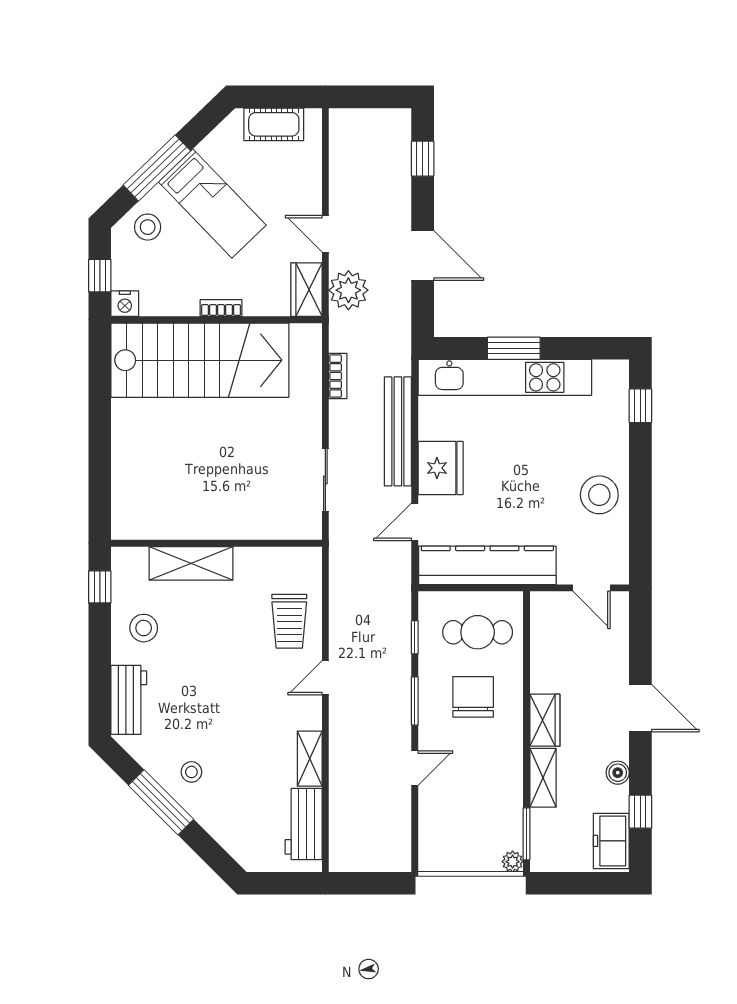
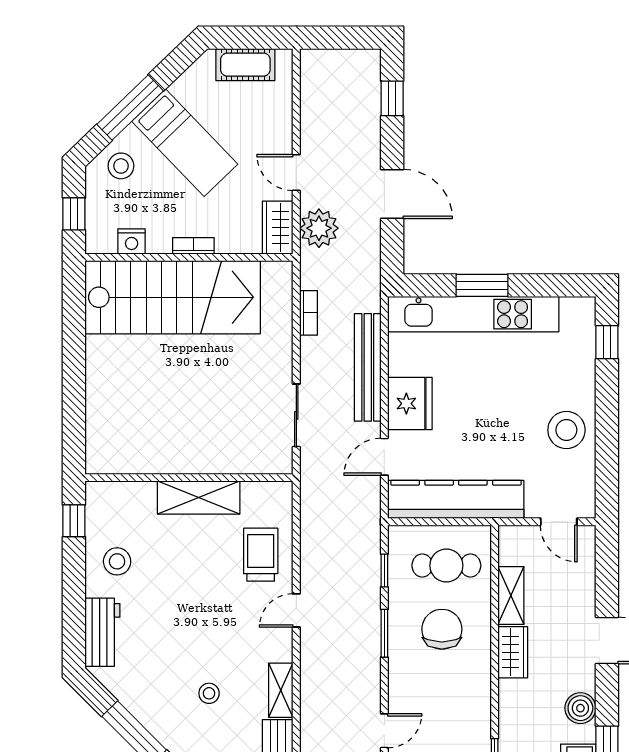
nightstand: (125, 304) -> (132, 241), moved
shelving: (191, 563) -> (199, 498), moved
trolley: (289, 621) -> (261, 555), turned 180
door: (415, 768) -> (384, 731), moved
stool: (191, 772) -> (209, 693), moved
boiler: (618, 773) -> (580, 708), width x1.36, depth x1.36
shelving: (543, 778) -> (511, 596), moved

